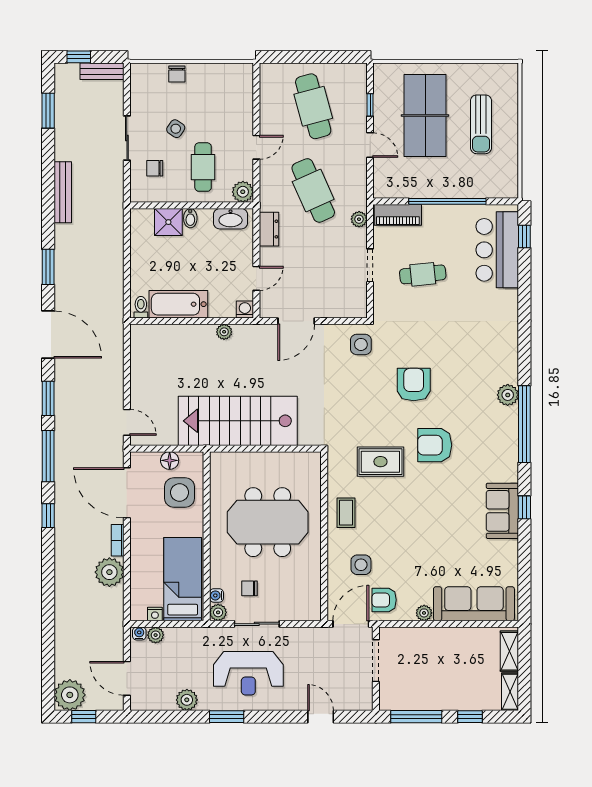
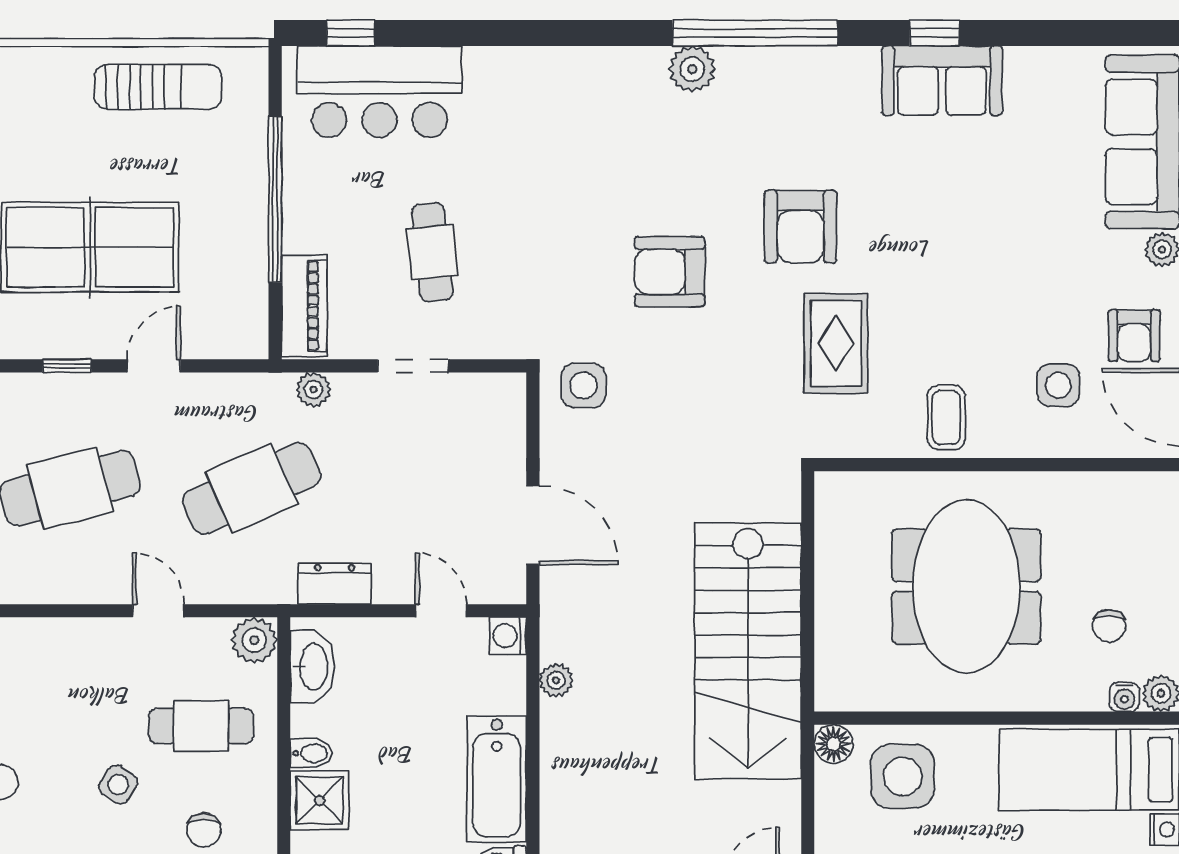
sun lounger: (481, 124) -> (158, 87), moved
floor lamp: (170, 460) -> (834, 744), moved
coffee table: (346, 513) -> (946, 417), turned 90

